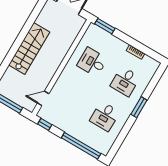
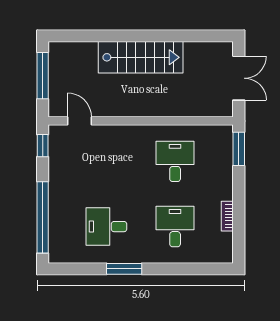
desk: (125, 82) -> (175, 227), turned 90
window: (139, 107) -> (124, 269), moved

